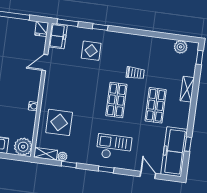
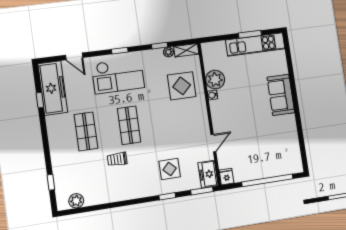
window: (200, 57) -> (51, 182), moved
shelving: (187, 89) -> (57, 158), removed
plant: (23, 147) -> (215, 80), moved
checkout: (114, 147) -> (118, 76), width x1.36, depth x1.21

